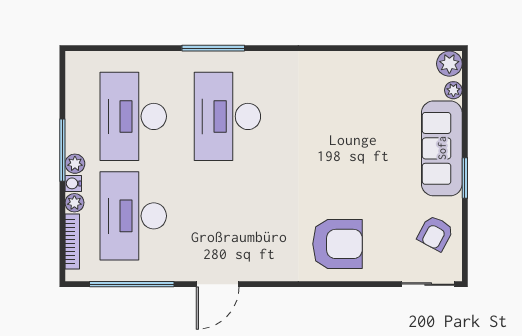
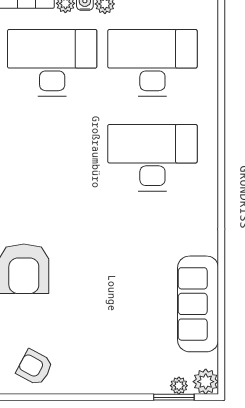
window: (213, 48) -> (221, 143), removed
sofa: (442, 148) -> (198, 304), moved, turned -90
window: (465, 178) -> (174, 397), moved

